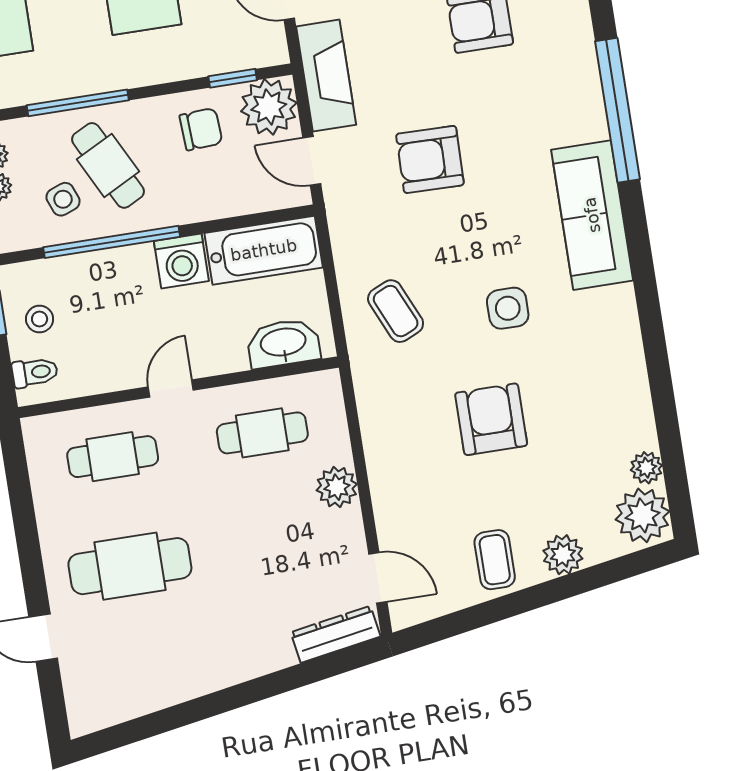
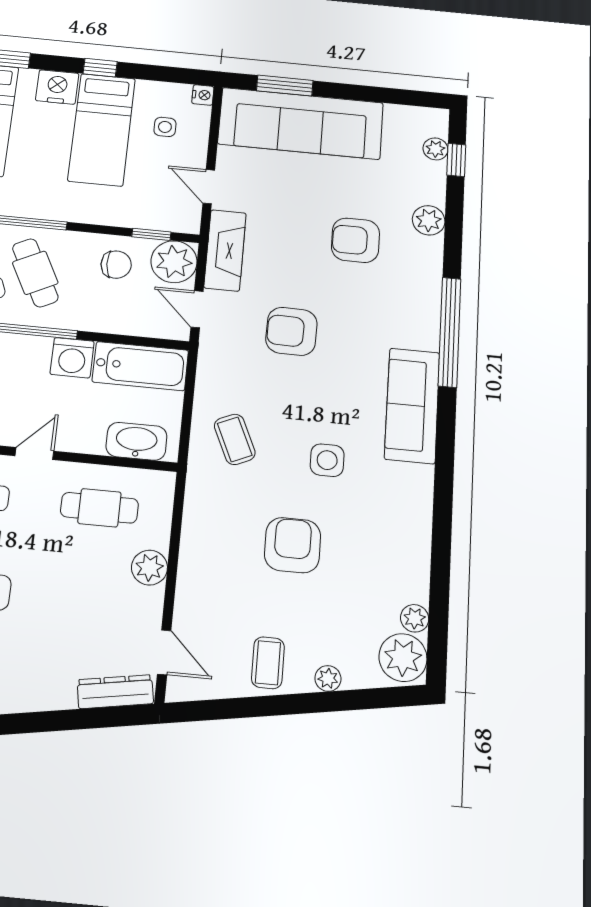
plant: (563, 555) -> (328, 678), width x0.73, depth x0.73

